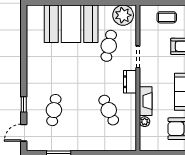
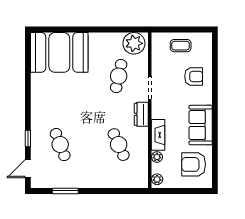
booth: (71, 24) -> (59, 52), moved
cafe table: (54, 110) -> (60, 145), turned -30
plant: (145, 143) -> (157, 179), added

